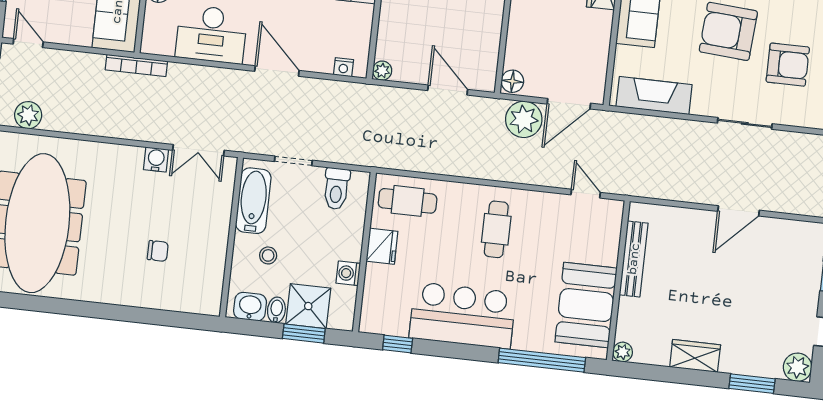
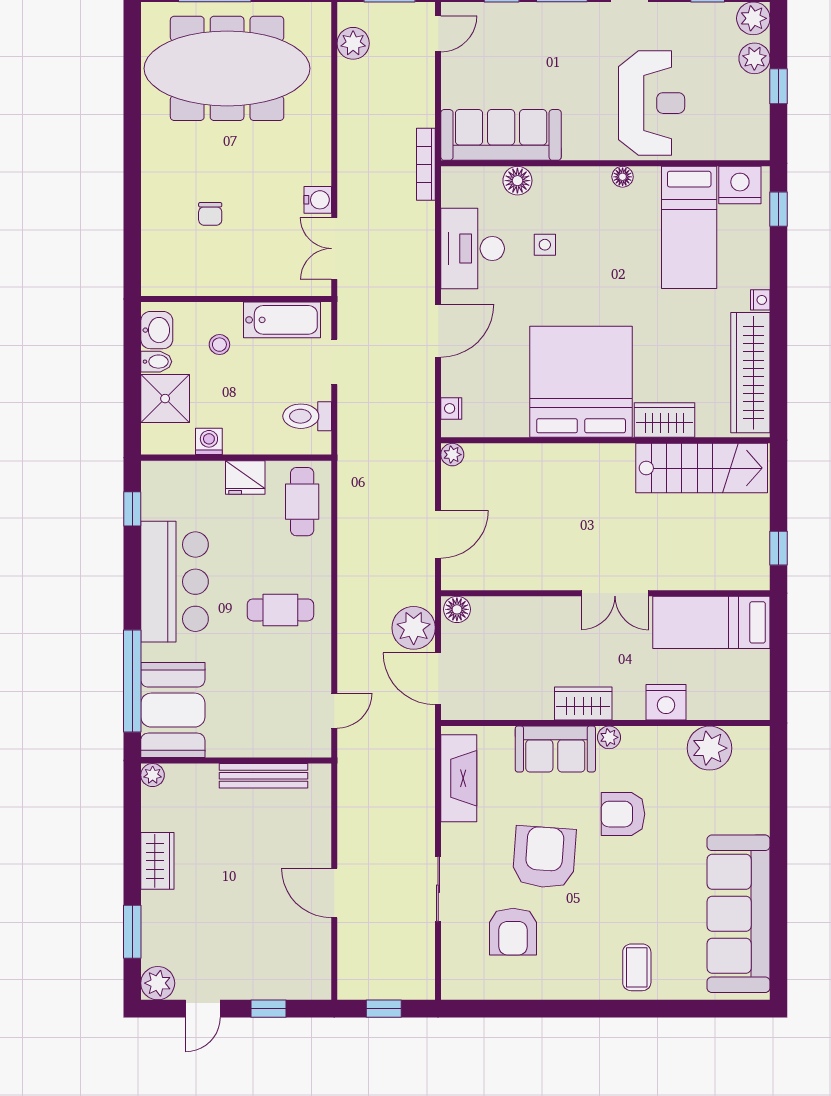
booth: (586, 305) -> (173, 710), moved, turned 90
window: (304, 333) -> (132, 397), removed

